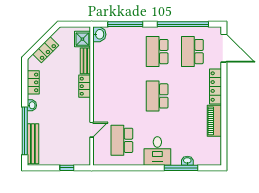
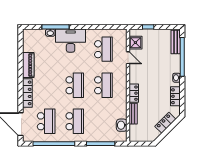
washbasin: (99, 34) -> (122, 125), moved
shower: (82, 39) -> (135, 43), moved
school desk: (122, 96) -> (103, 85), added
door: (92, 130) -> (128, 58), swing flipped
bench: (33, 144) -> (176, 42), width x0.73
desk: (157, 151) -> (71, 41), width x1.37

